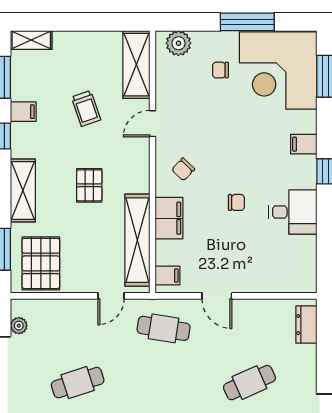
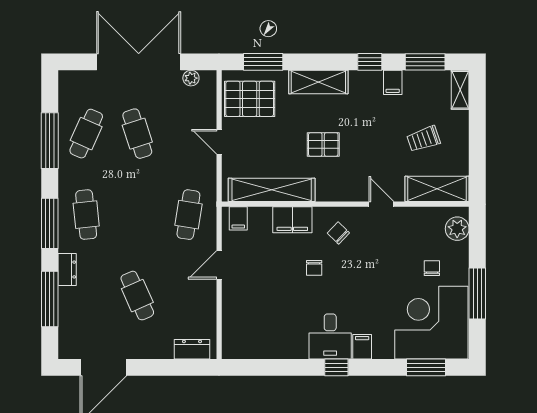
trolley: (86, 108) -> (424, 139), moved
chair: (236, 202) -> (314, 268), moved
desk: (293, 212) -> (330, 336), moved
door: (111, 296) -> (219, 142), moved

